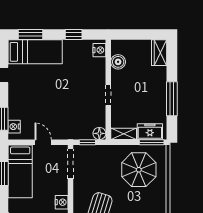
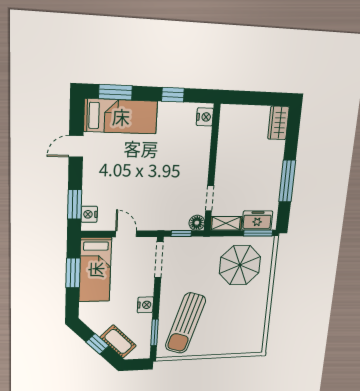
boiler: (118, 62) -> (227, 133), removed
doorway: (108, 95) -> (210, 198), moved

